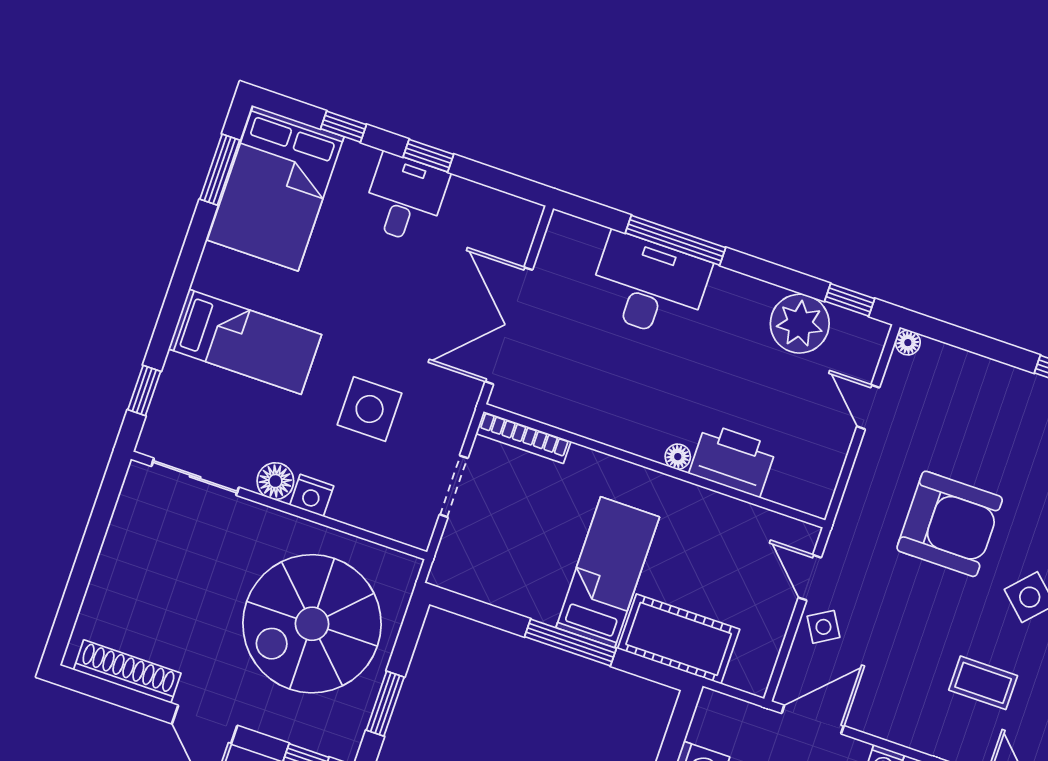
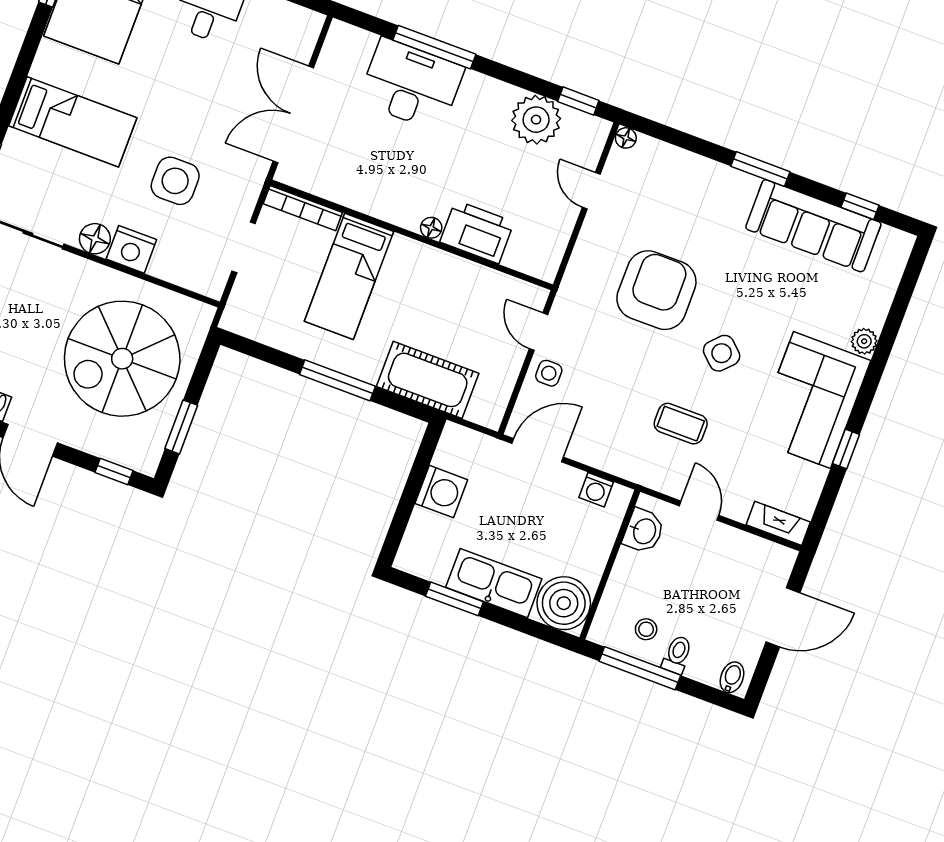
nightstand: (312, 495) -> (131, 249), width x1.36, depth x1.33
armchair: (950, 524) -> (656, 290), turned -90
bed: (608, 572) -> (349, 276), moved, turned 180
side table: (823, 627) -> (549, 373), turned 31

